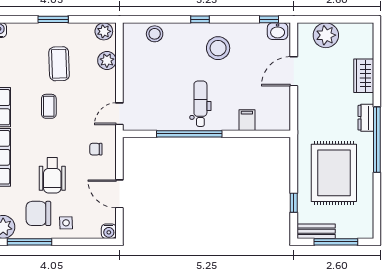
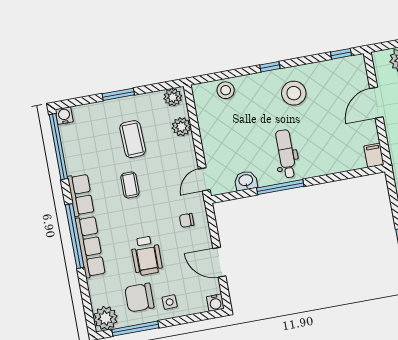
washbasin: (278, 31) -> (246, 181), moved, turned 180
filing cabinet: (247, 120) -> (374, 155), moved
window: (189, 134) -> (280, 187), width x0.68

